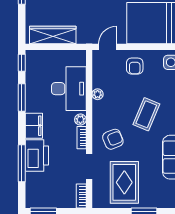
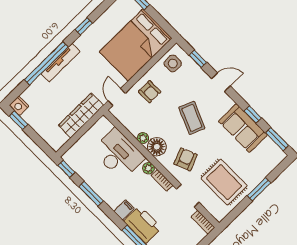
wardrobe: (53, 35) -> (81, 115), moved
floor lamp: (101, 110) -> (157, 147), added
filing cabinet: (34, 126) -> (124, 210), width x0.50

